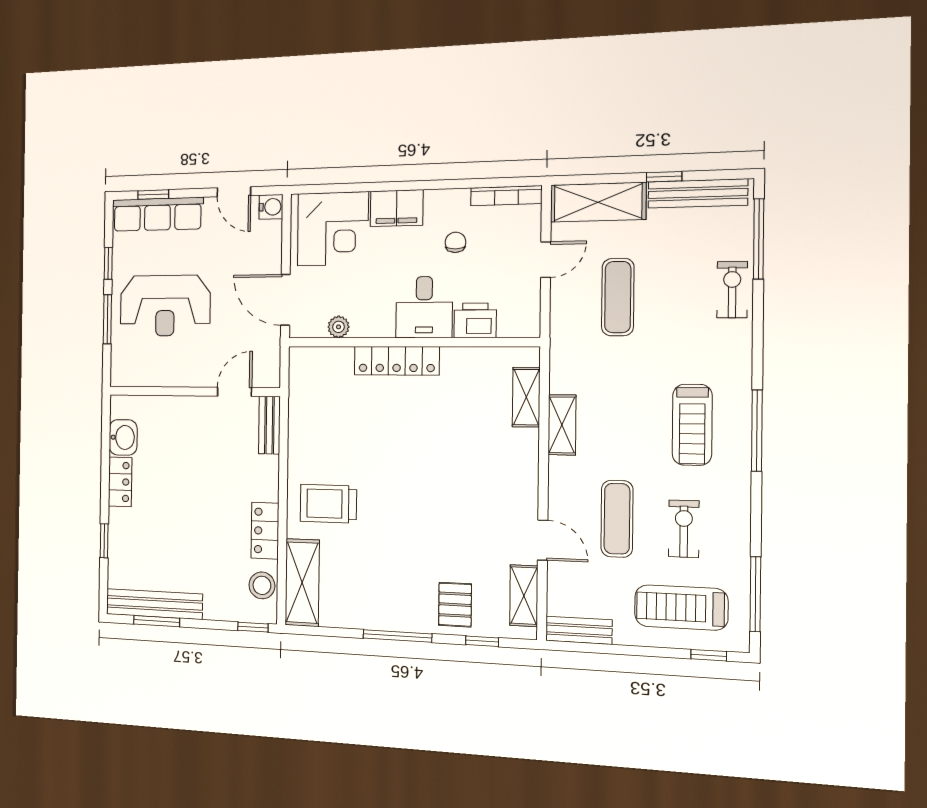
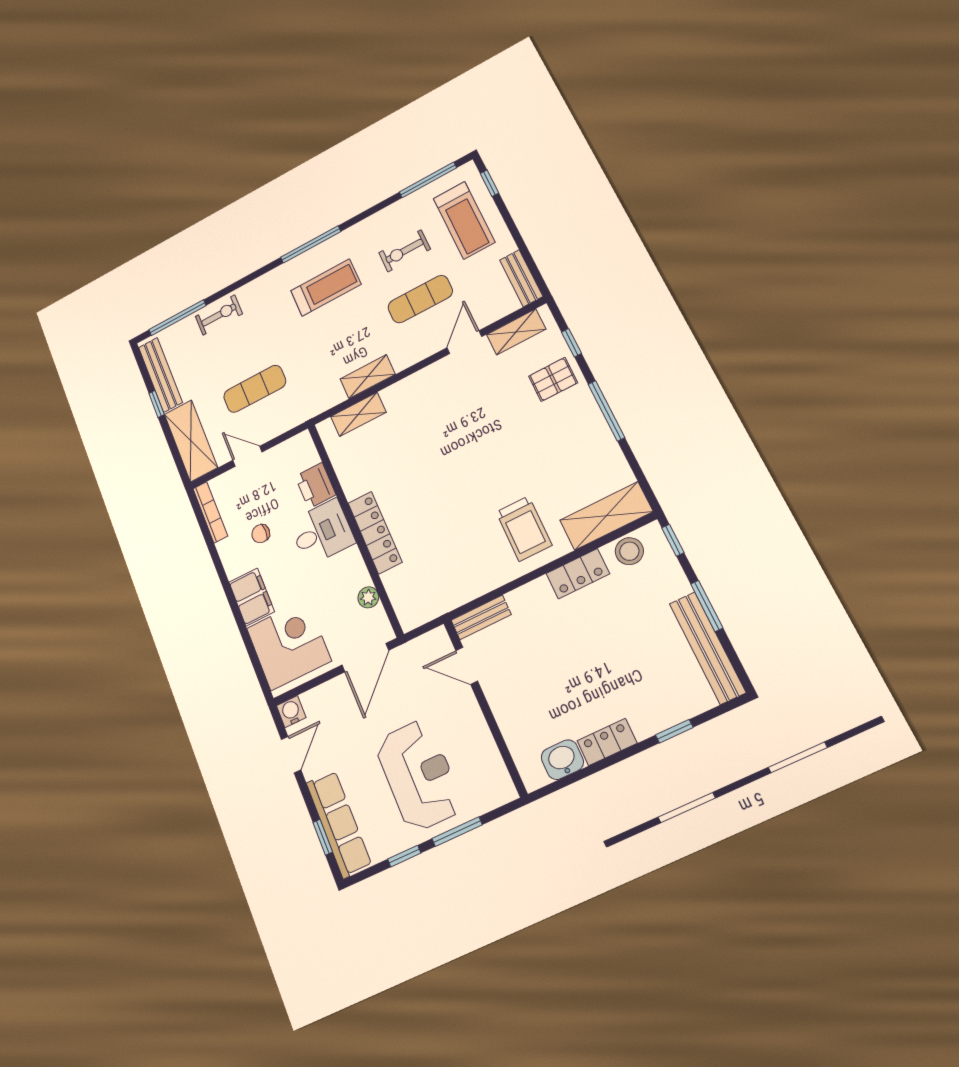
exercise bike: (732, 290) -> (219, 315), turned 180
window: (157, 621) -> (707, 606), moved

